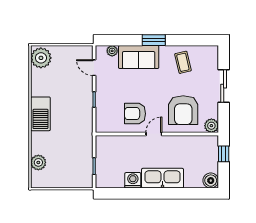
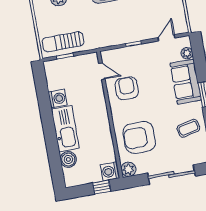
sliding door: (224, 86) -> (171, 175), width x1.37
door: (154, 134) -> (102, 71), moved
washing machine: (210, 143) -> (110, 171), added
sun lounger: (80, 166) -> (63, 42), added
boiler: (211, 181) -> (68, 159), moved

